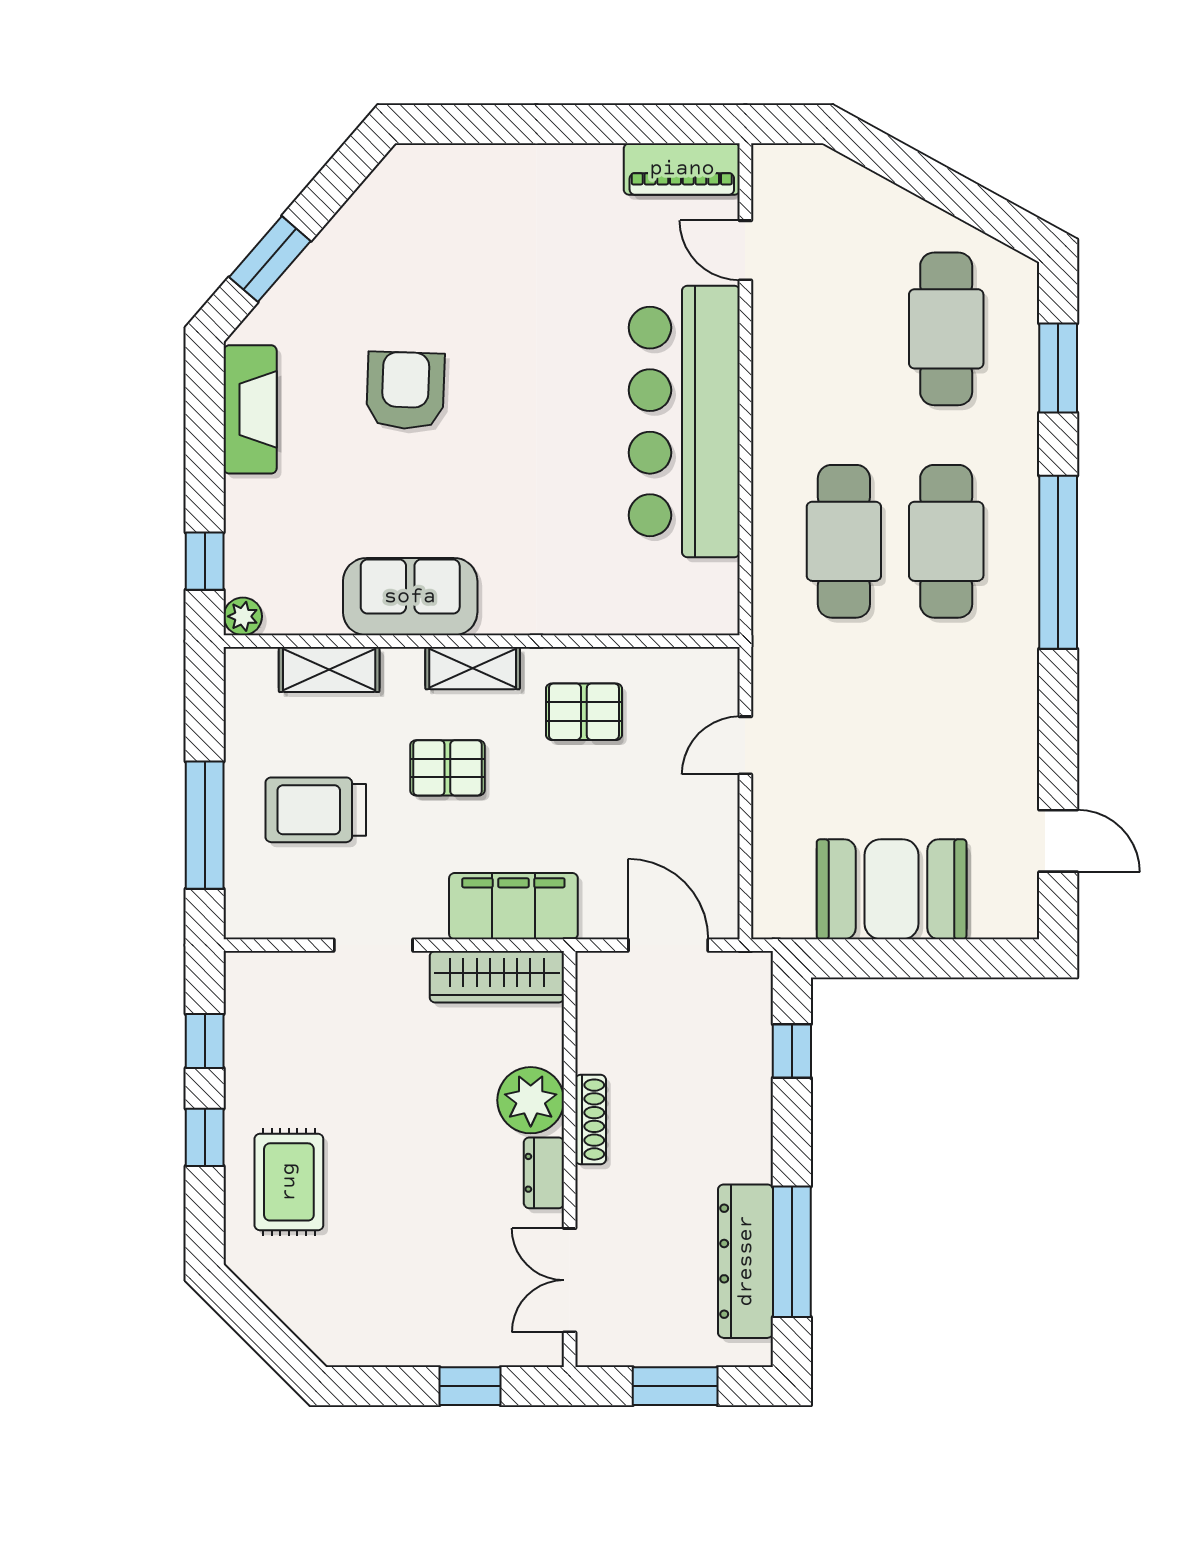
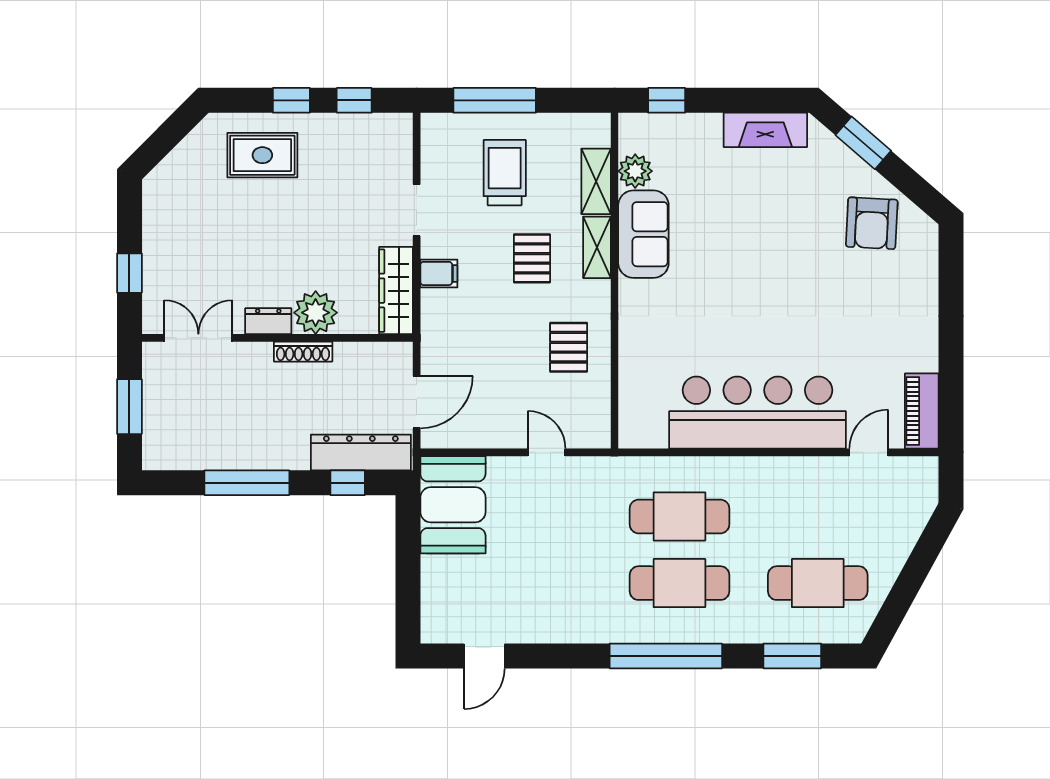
armchair: (405, 390) -> (872, 223), moved, turned 91
plant: (243, 616) -> (635, 171), moved, width x1.38, depth x1.38
shelving: (473, 668) -> (597, 247), moved
booth: (892, 889) -> (453, 505), moved
filing cabinet: (513, 906) -> (439, 273), width x0.33, depth x0.86
window: (792, 1252) -> (247, 483), moved
dresser: (746, 1261) -> (361, 452), moved

